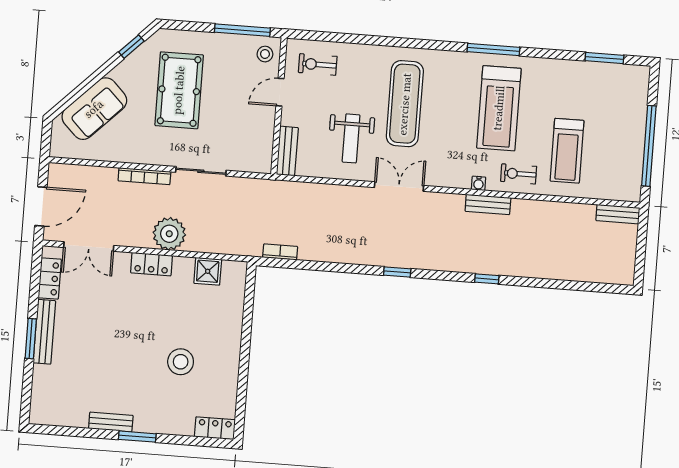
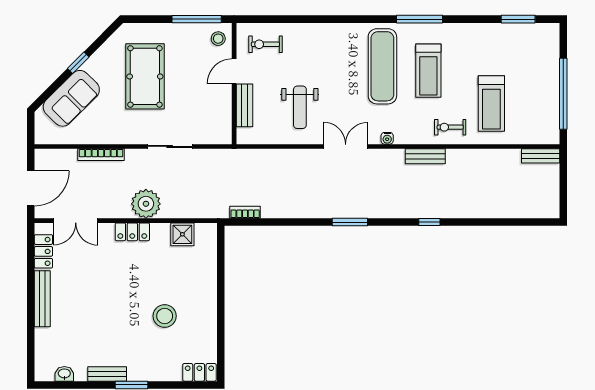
window: (131, 47) -> (78, 63), moved
exercise mat: (405, 104) -> (382, 66), moved
treadmill: (499, 108) -> (428, 71), width x0.73, depth x0.73
bench: (287, 151) -> (244, 105), moved
bookcase: (144, 176) -> (101, 155), moved
water cooler: (479, 183) -> (387, 138), moved
window: (397, 272) -> (350, 222), width x1.50
window: (31, 339) -> (31, 306), removed
washbasin: (63, 418) -> (64, 374), added

